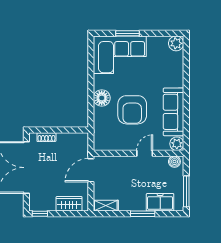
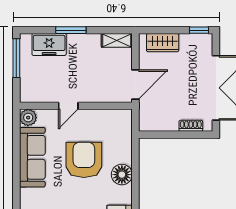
boiler: (174, 162) -> (31, 95), removed

